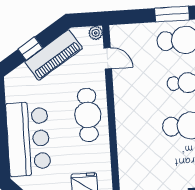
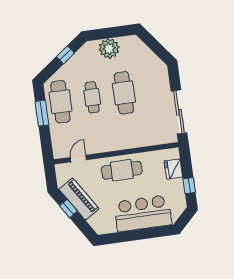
plant: (96, 33) -> (60, 169), removed
window: (30, 49) -> (68, 208), moved

